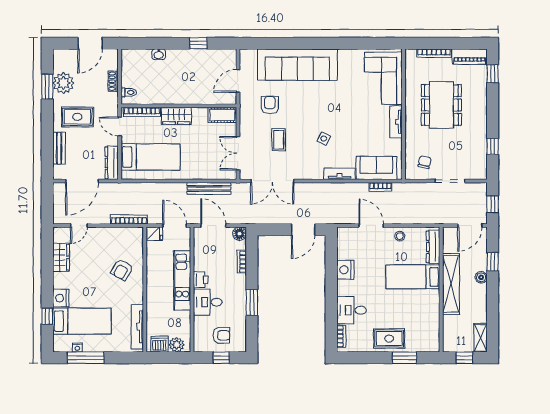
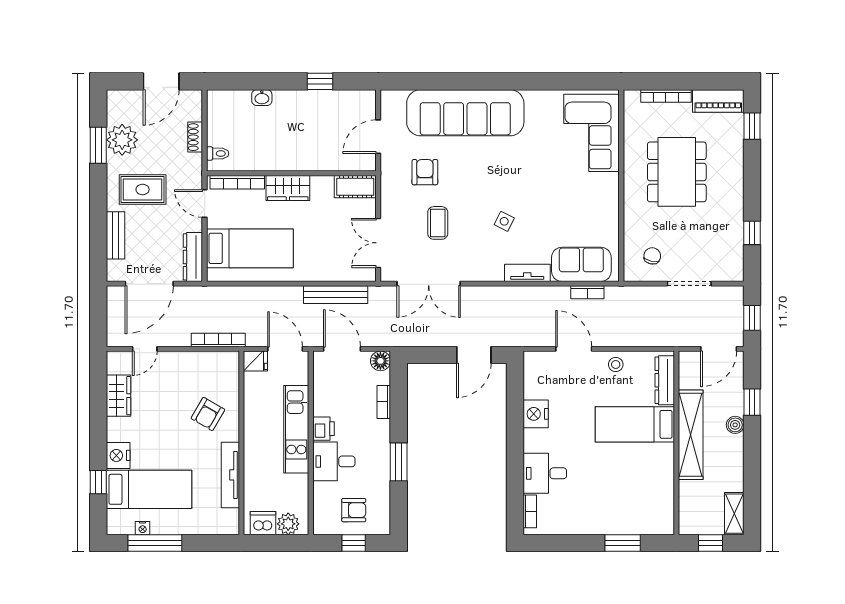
tv unit: (396, 122) -> (610, 197), removed
tv unit: (137, 327) -> (230, 475), moved
rug: (389, 339) -> (600, 515), removed

